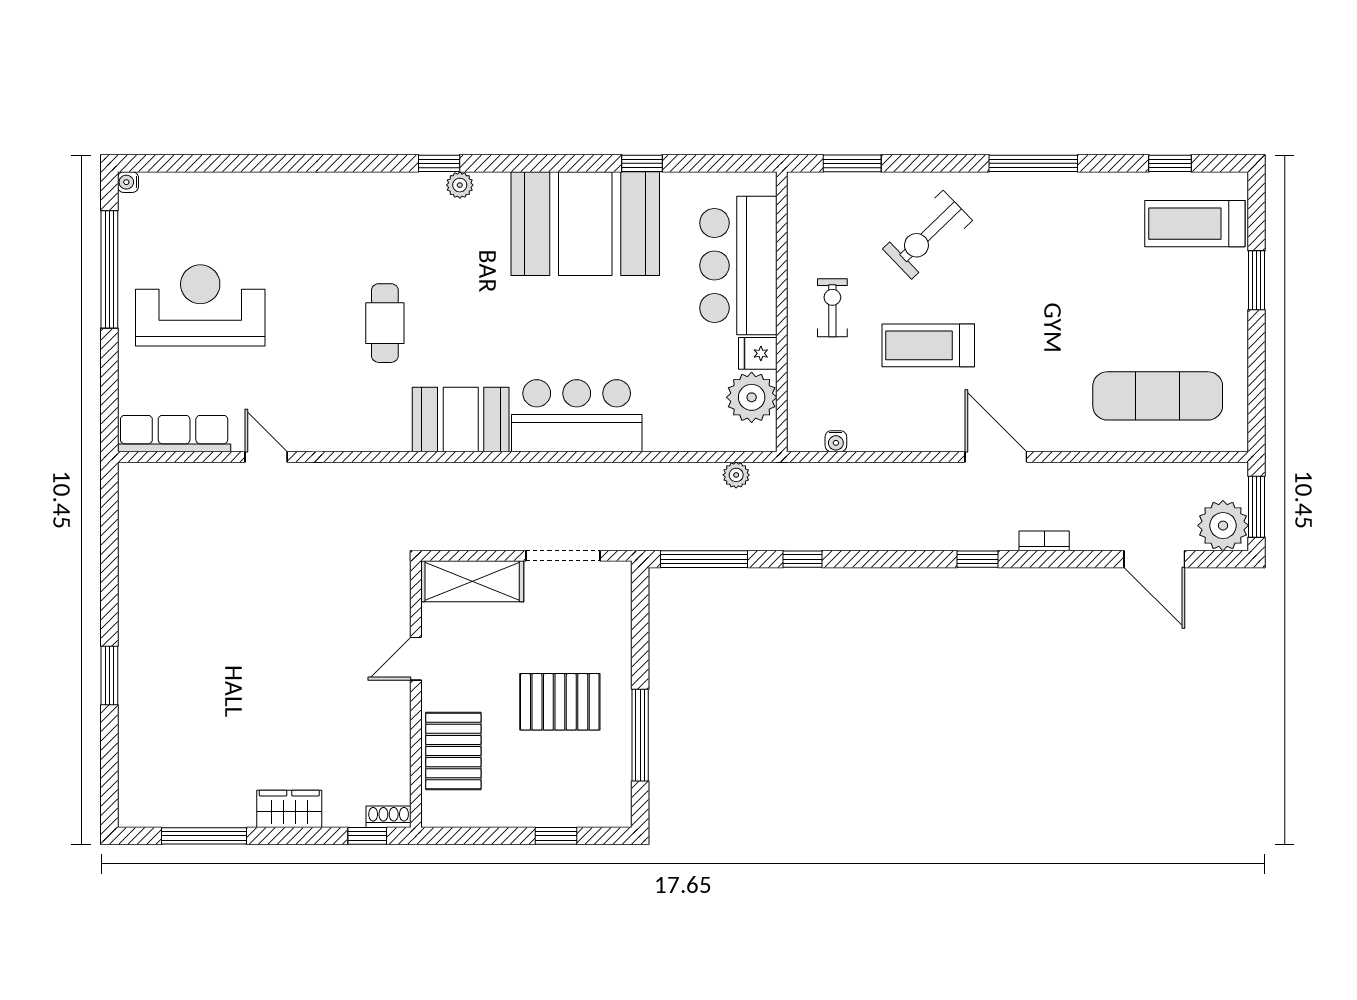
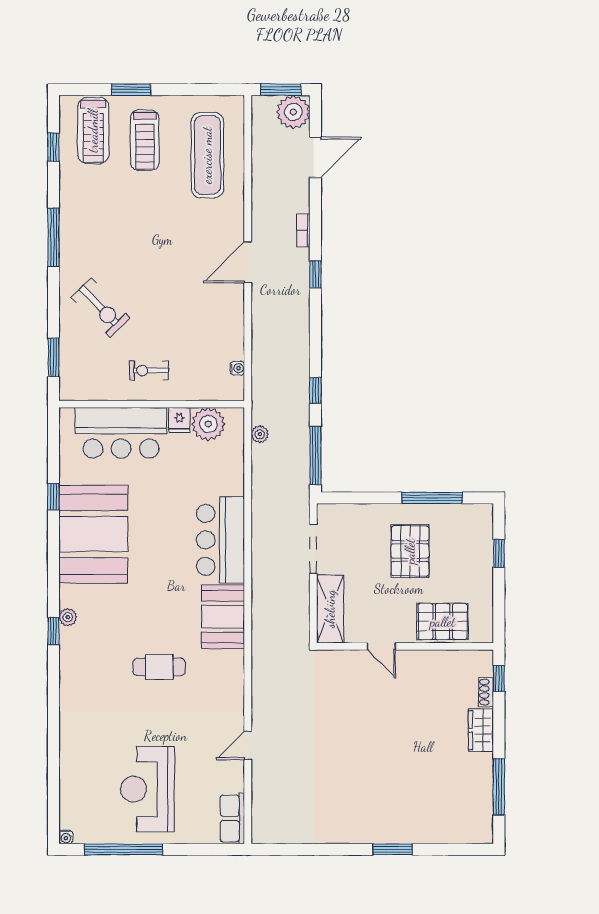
treadmill: (928, 345) -> (145, 140), moved
row of seats: (174, 434) -> (232, 819), width x0.68
shoe rack: (389, 817) -> (486, 692), moved

